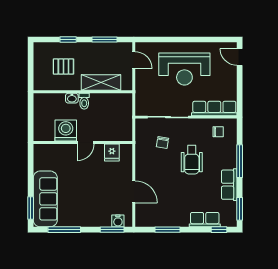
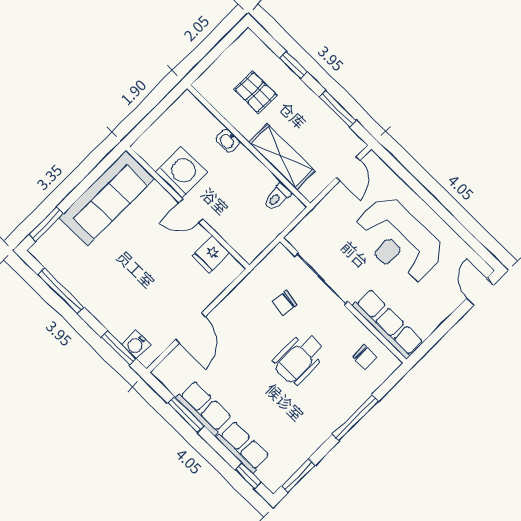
toilet: (84, 101) -> (277, 197), moved
row of seats: (229, 185) -> (204, 408), moved, turned 90
sofa: (45, 199) -> (107, 198), moved

